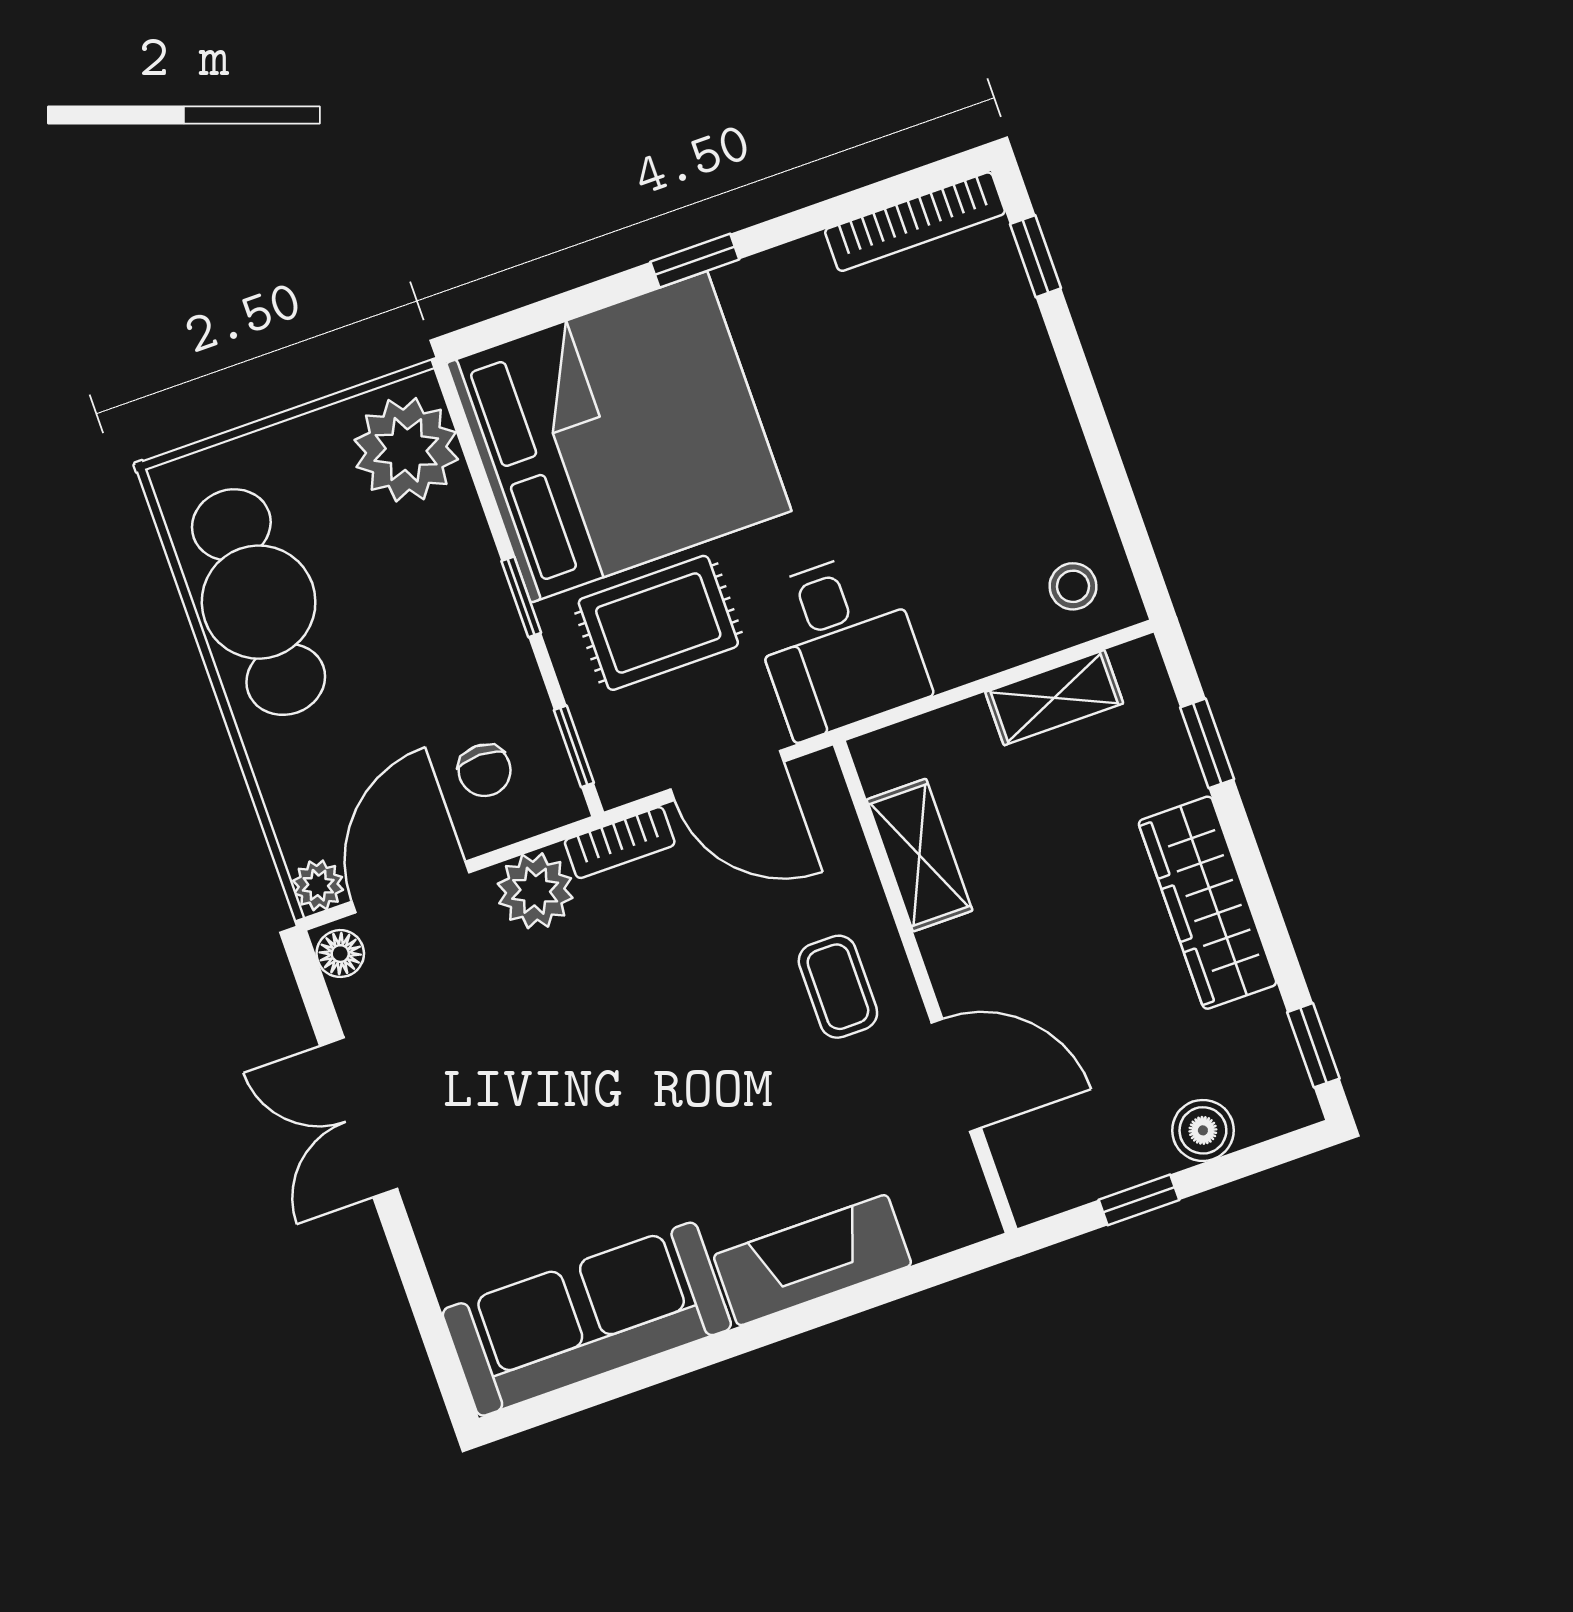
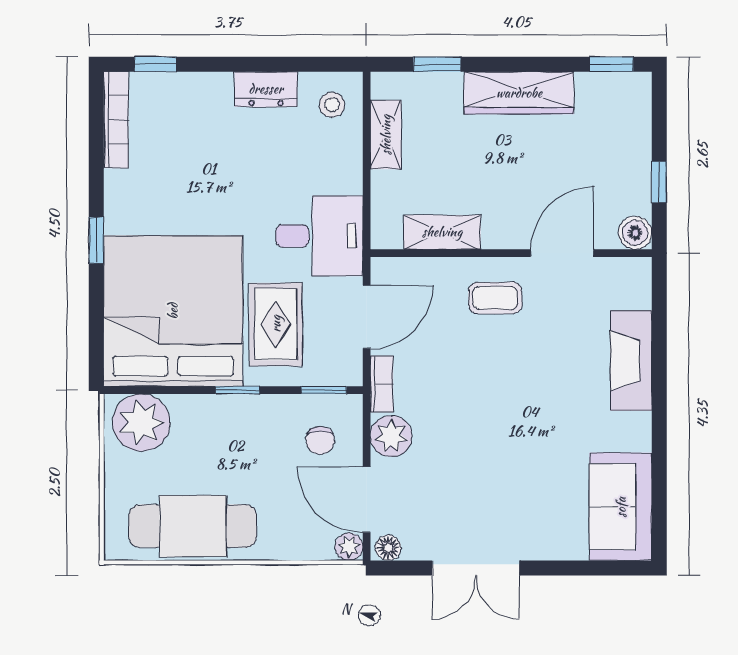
dresser: (1059, 462) -> (266, 89), added
chair: (485, 770) -> (320, 440), turned 90
boiler: (1203, 1130) -> (635, 233), moved
sofa: (587, 1319) -> (621, 507), width x0.73

